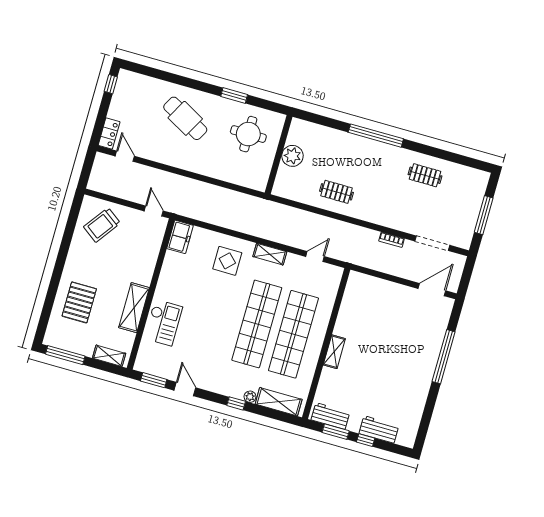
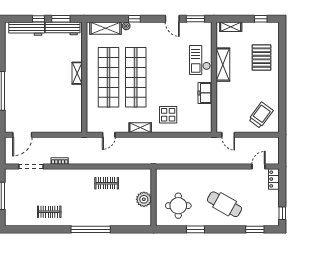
window: (154, 73) -> (255, 229), added
door: (125, 156) -> (259, 167), swing flipped
freezer: (180, 237) -> (205, 93), moved
window: (65, 355) -> (261, 19), width x0.46
workbench: (330, 416) -> (63, 28), width x1.38
workbench: (379, 429) -> (27, 29), width x1.38

